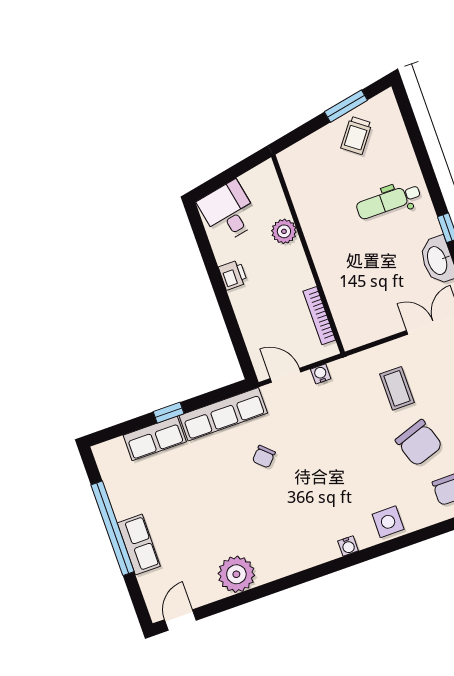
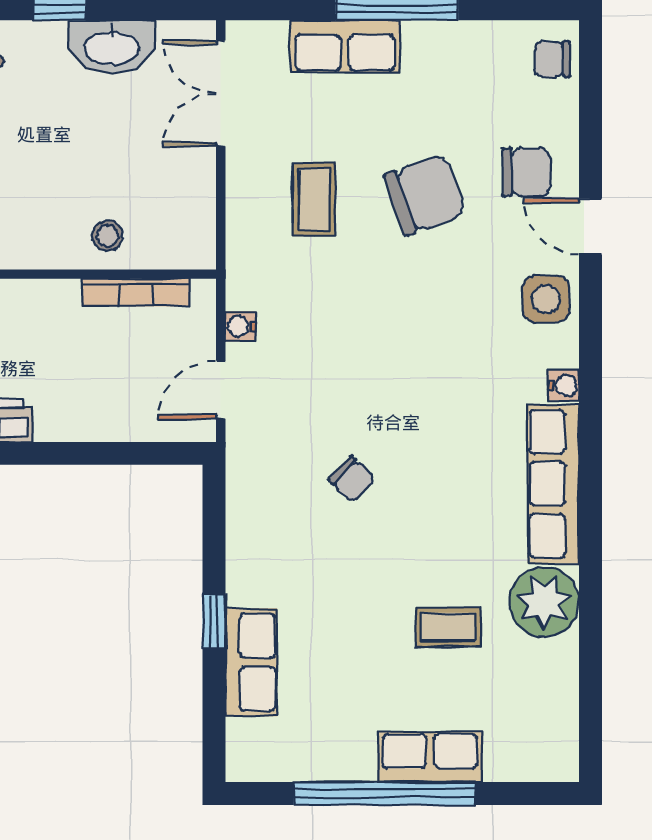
stool: (343, 291) -> (107, 236), added
coffee table: (397, 388) -> (314, 200), turned 90
row of seats: (223, 414) -> (553, 484), moved, turned 180
coffee table: (207, 531) -> (448, 627), added
door: (180, 620) -> (590, 227), moved

